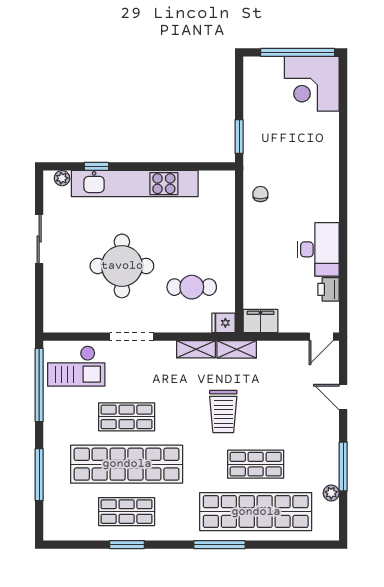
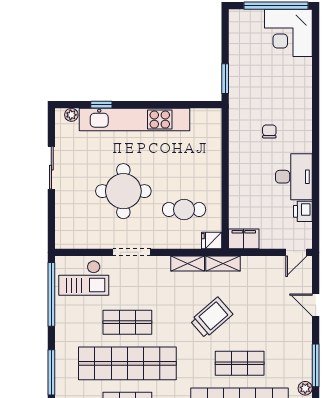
chair: (260, 194) -> (269, 132), moved
trolley: (223, 411) -> (211, 317), turned -131

